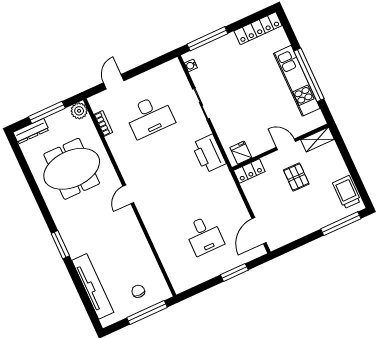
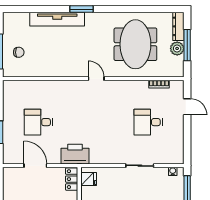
plant: (79, 111) -> (177, 48), moved
desk: (150, 116) -> (148, 122), width x0.73
printer: (209, 154) -> (75, 154), moved
door: (259, 231) -> (35, 166), moved
tv unit: (93, 286) -> (57, 19), moved

